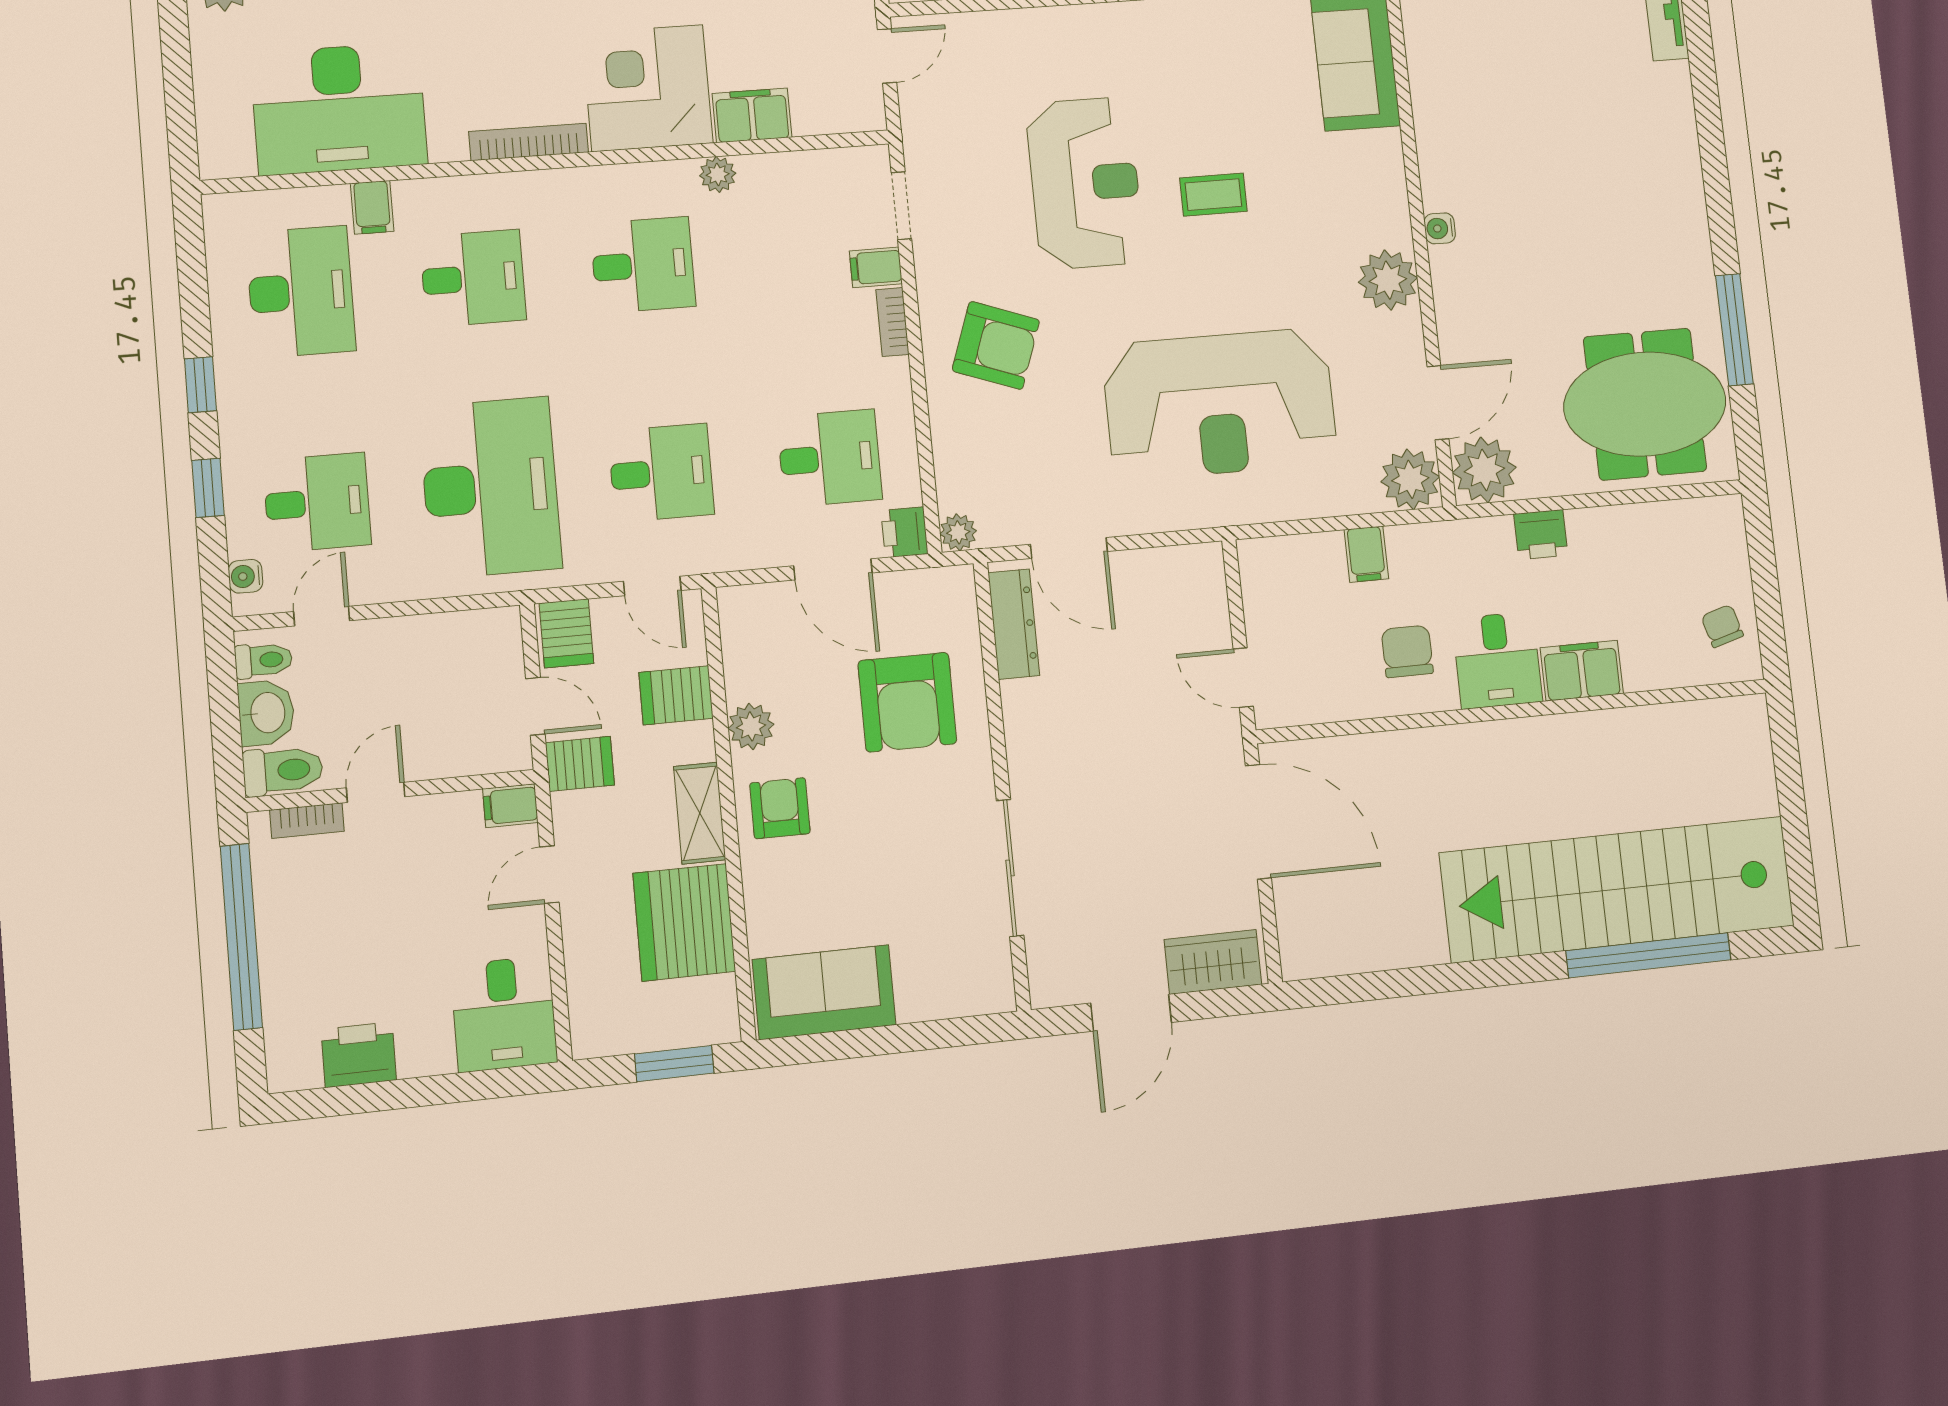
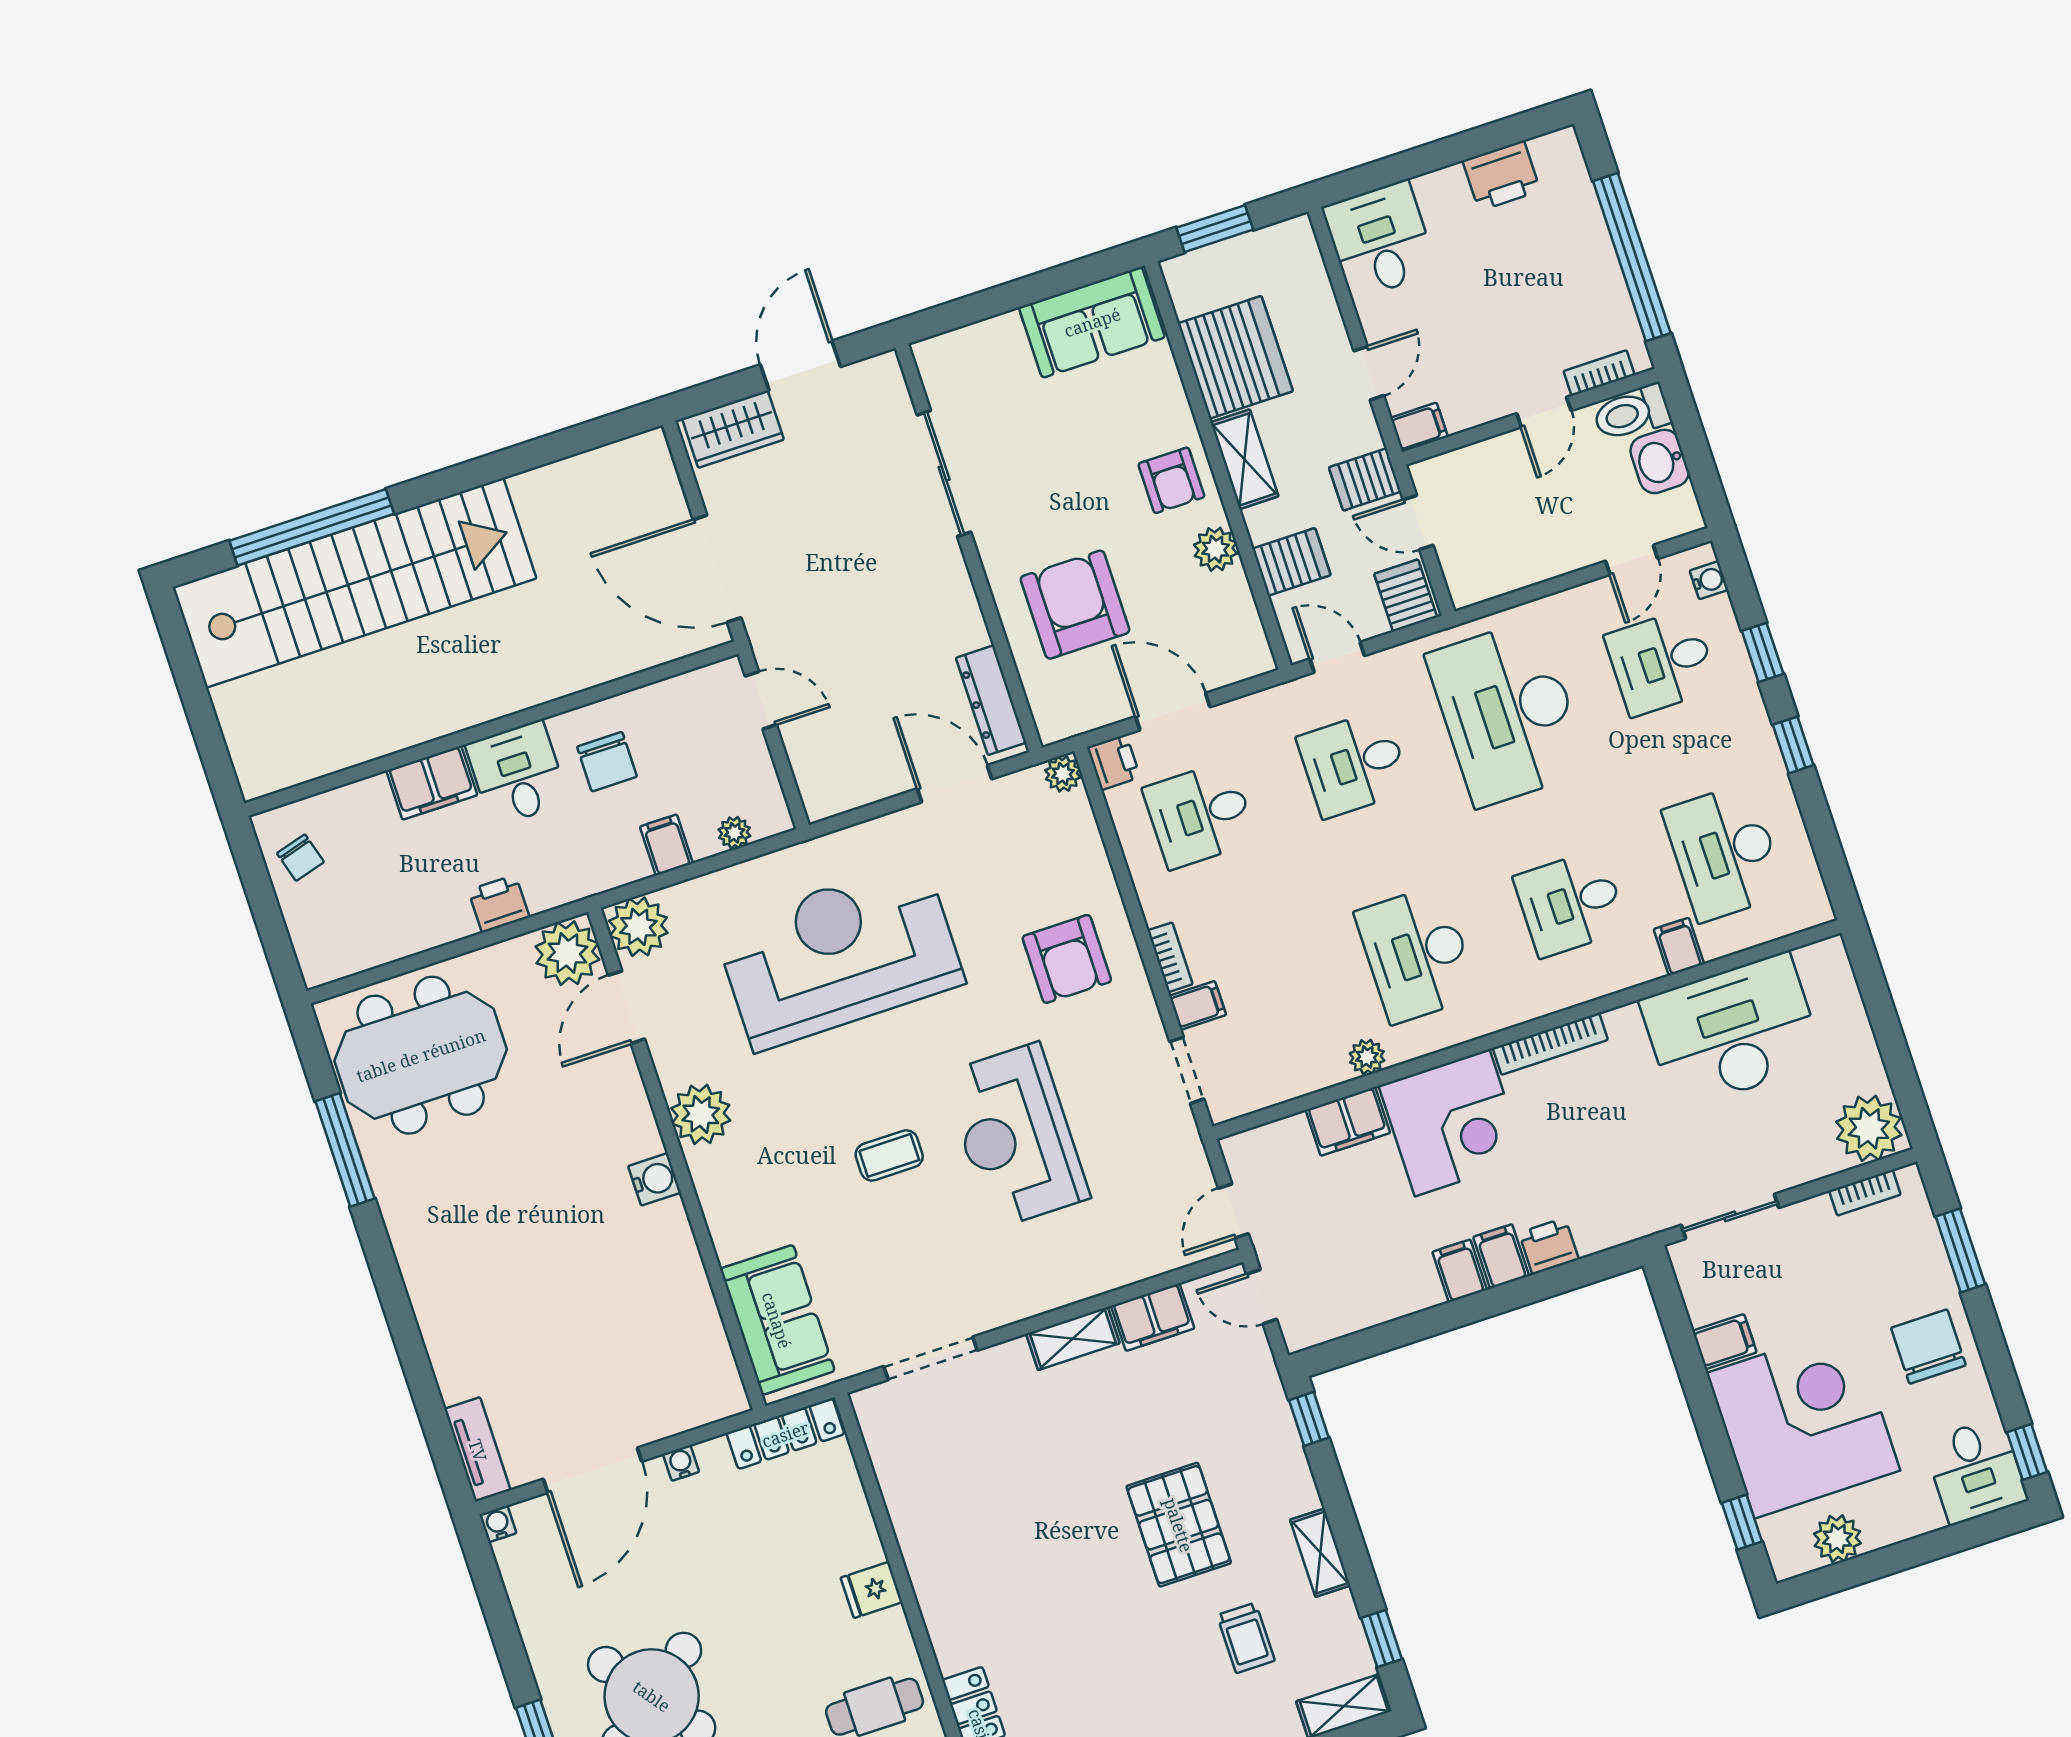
water cooler: (1440, 228) -> (655, 1179), width x1.38, depth x1.38
desk: (643, 265) -> (1417, 954), width x1.37
armchair: (996, 345) -> (1067, 959), turned -110
plant: (1297, 550) -> (734, 833), added
toilet: (263, 660) -> (1674, 508), removed

